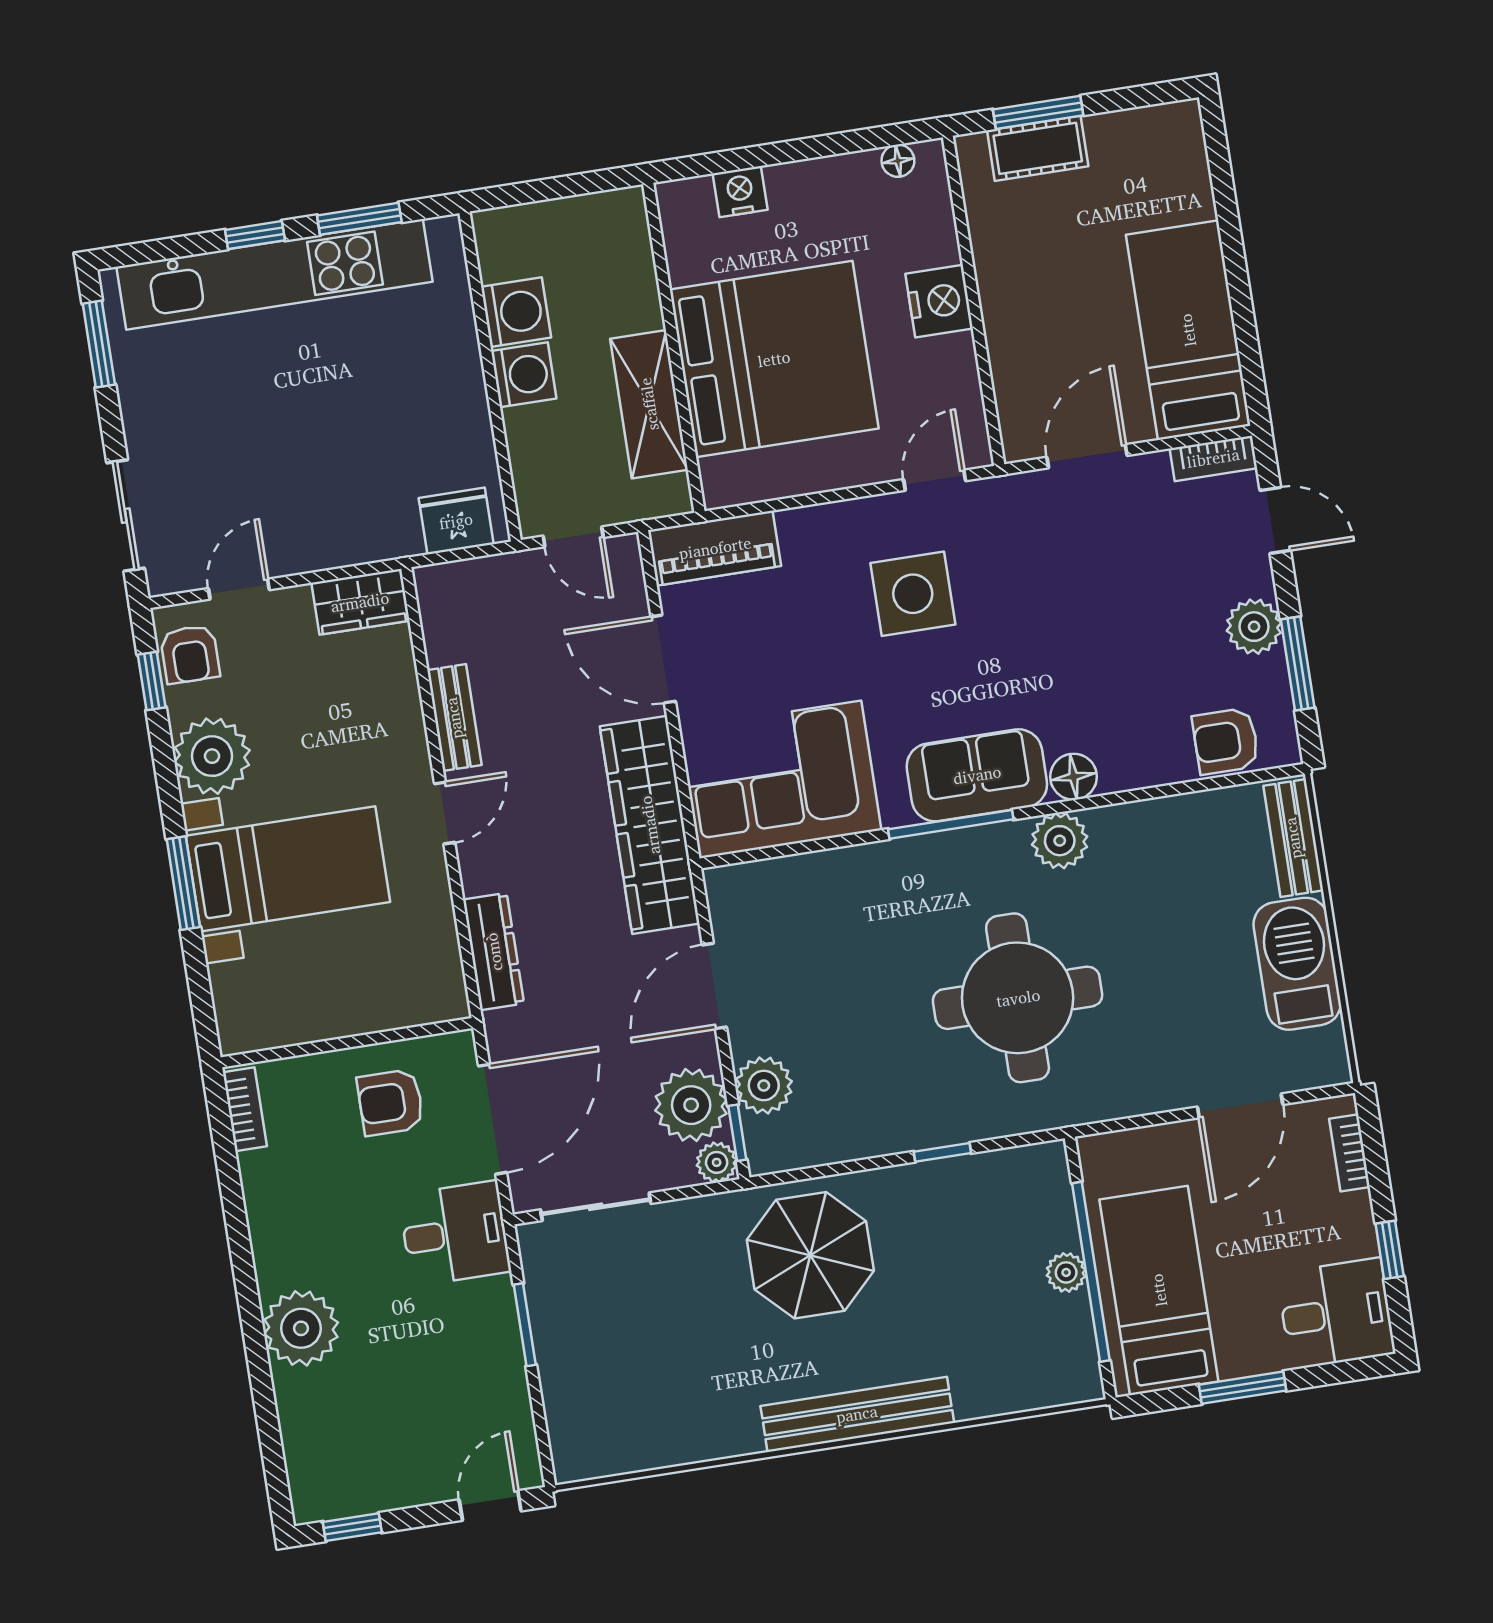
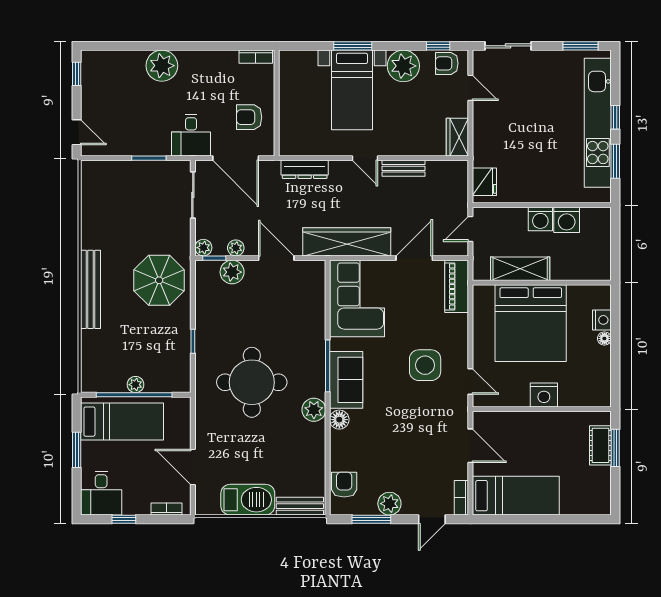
floor lamp: (898, 161) -> (604, 338), moved
armchair: (391, 1102) -> (249, 117), turned -90
plant: (691, 1105) -> (236, 248), width x0.53, depth x0.53

